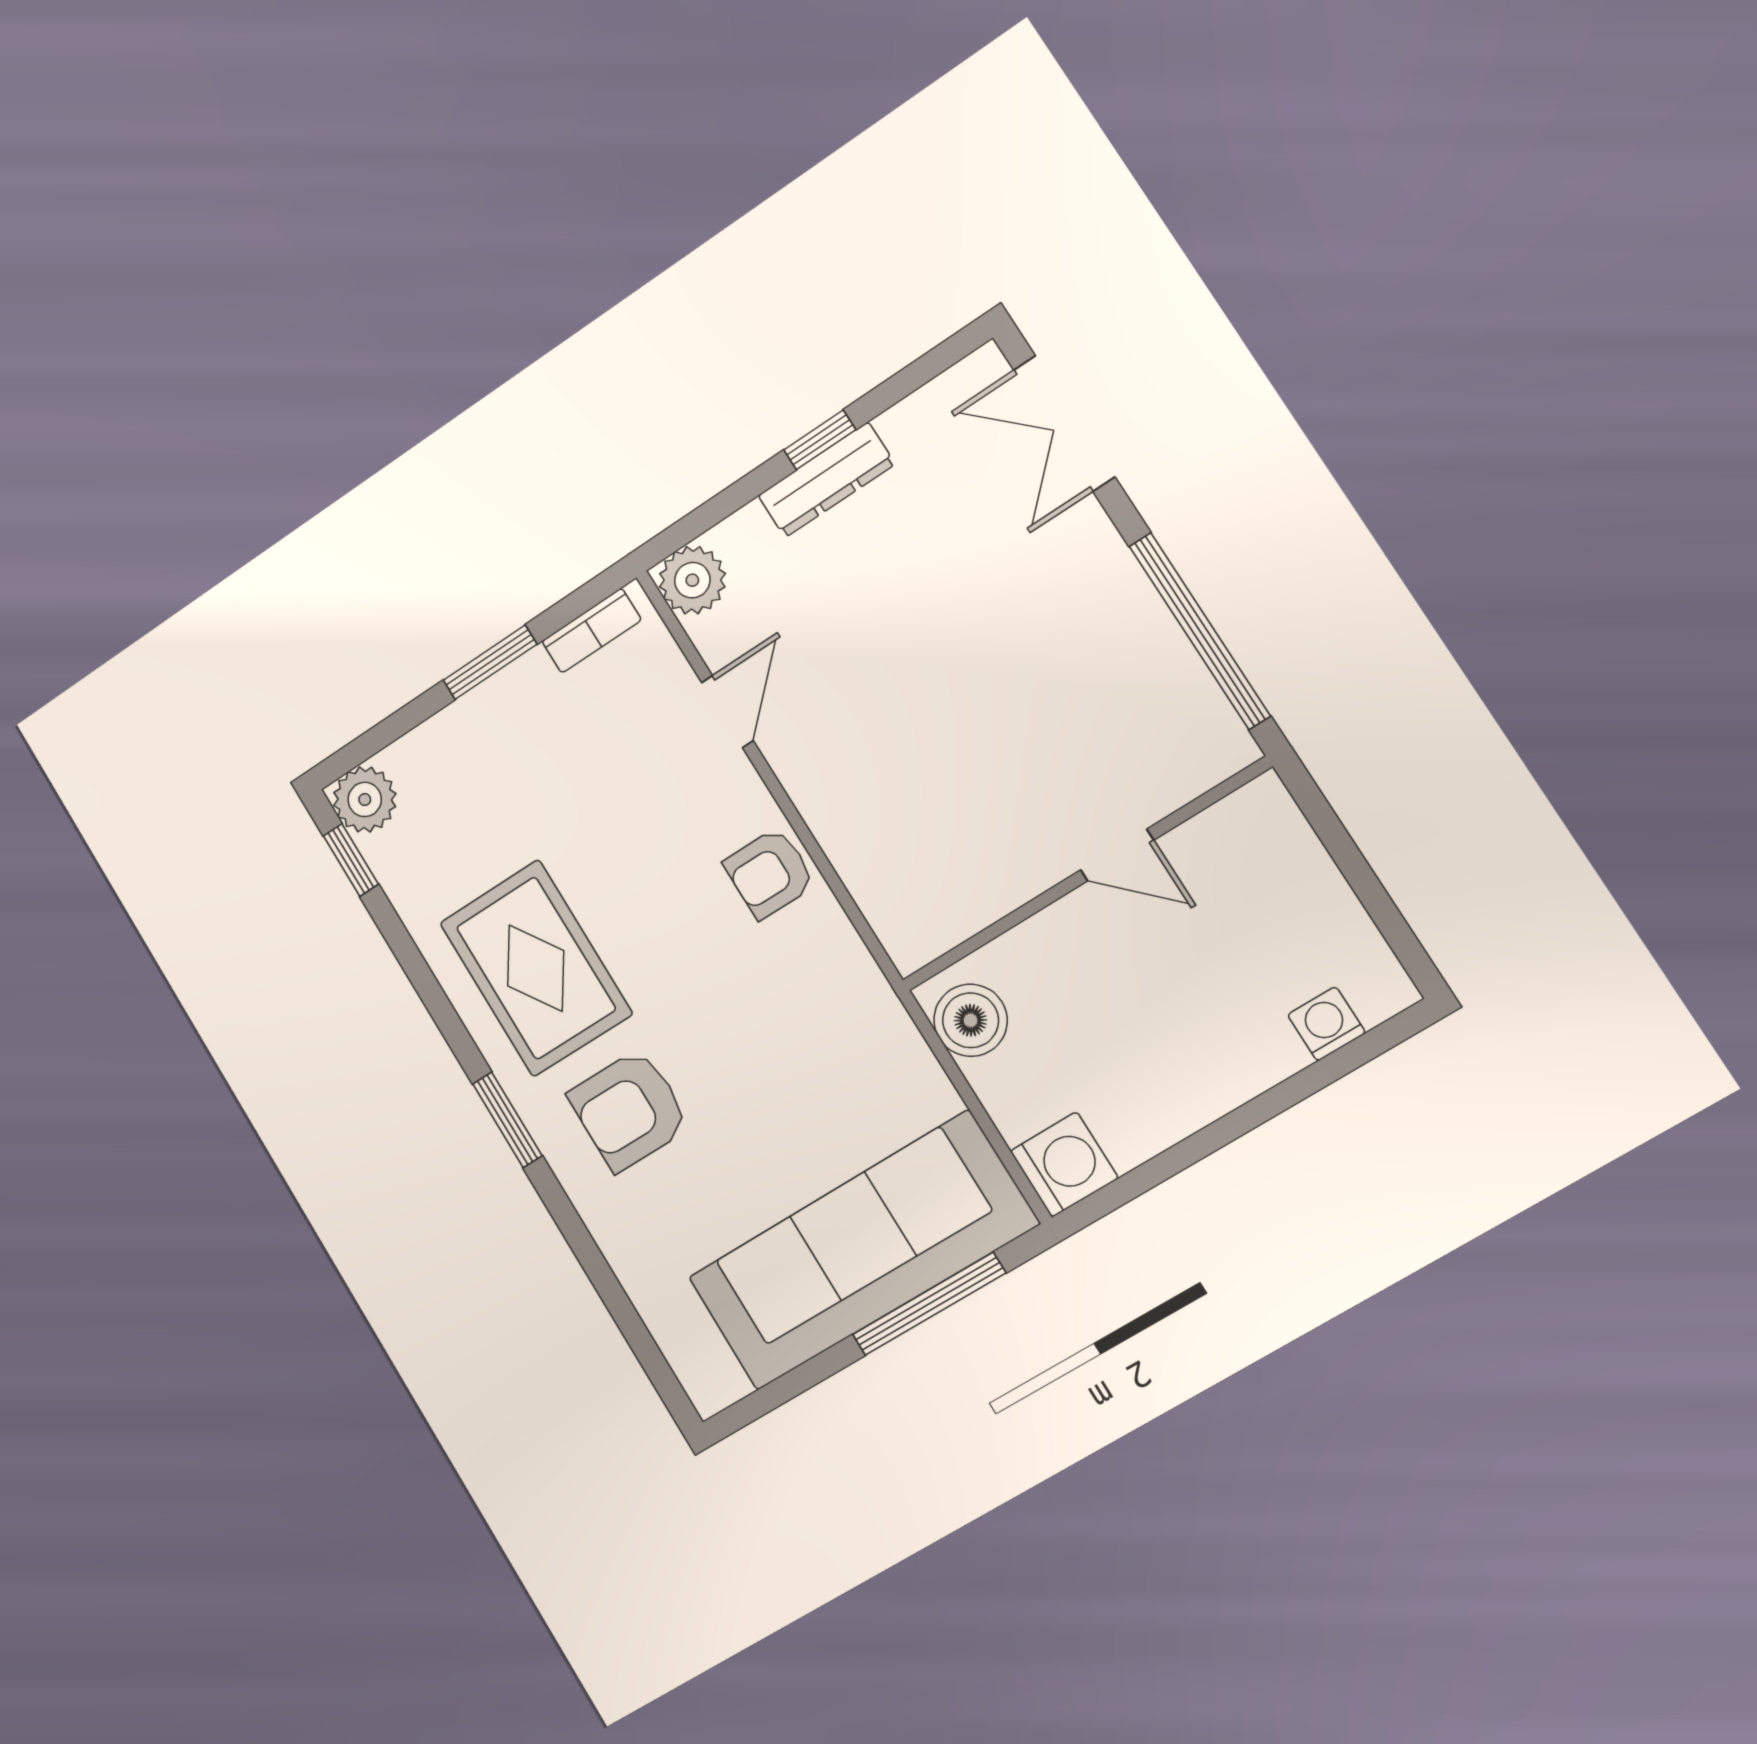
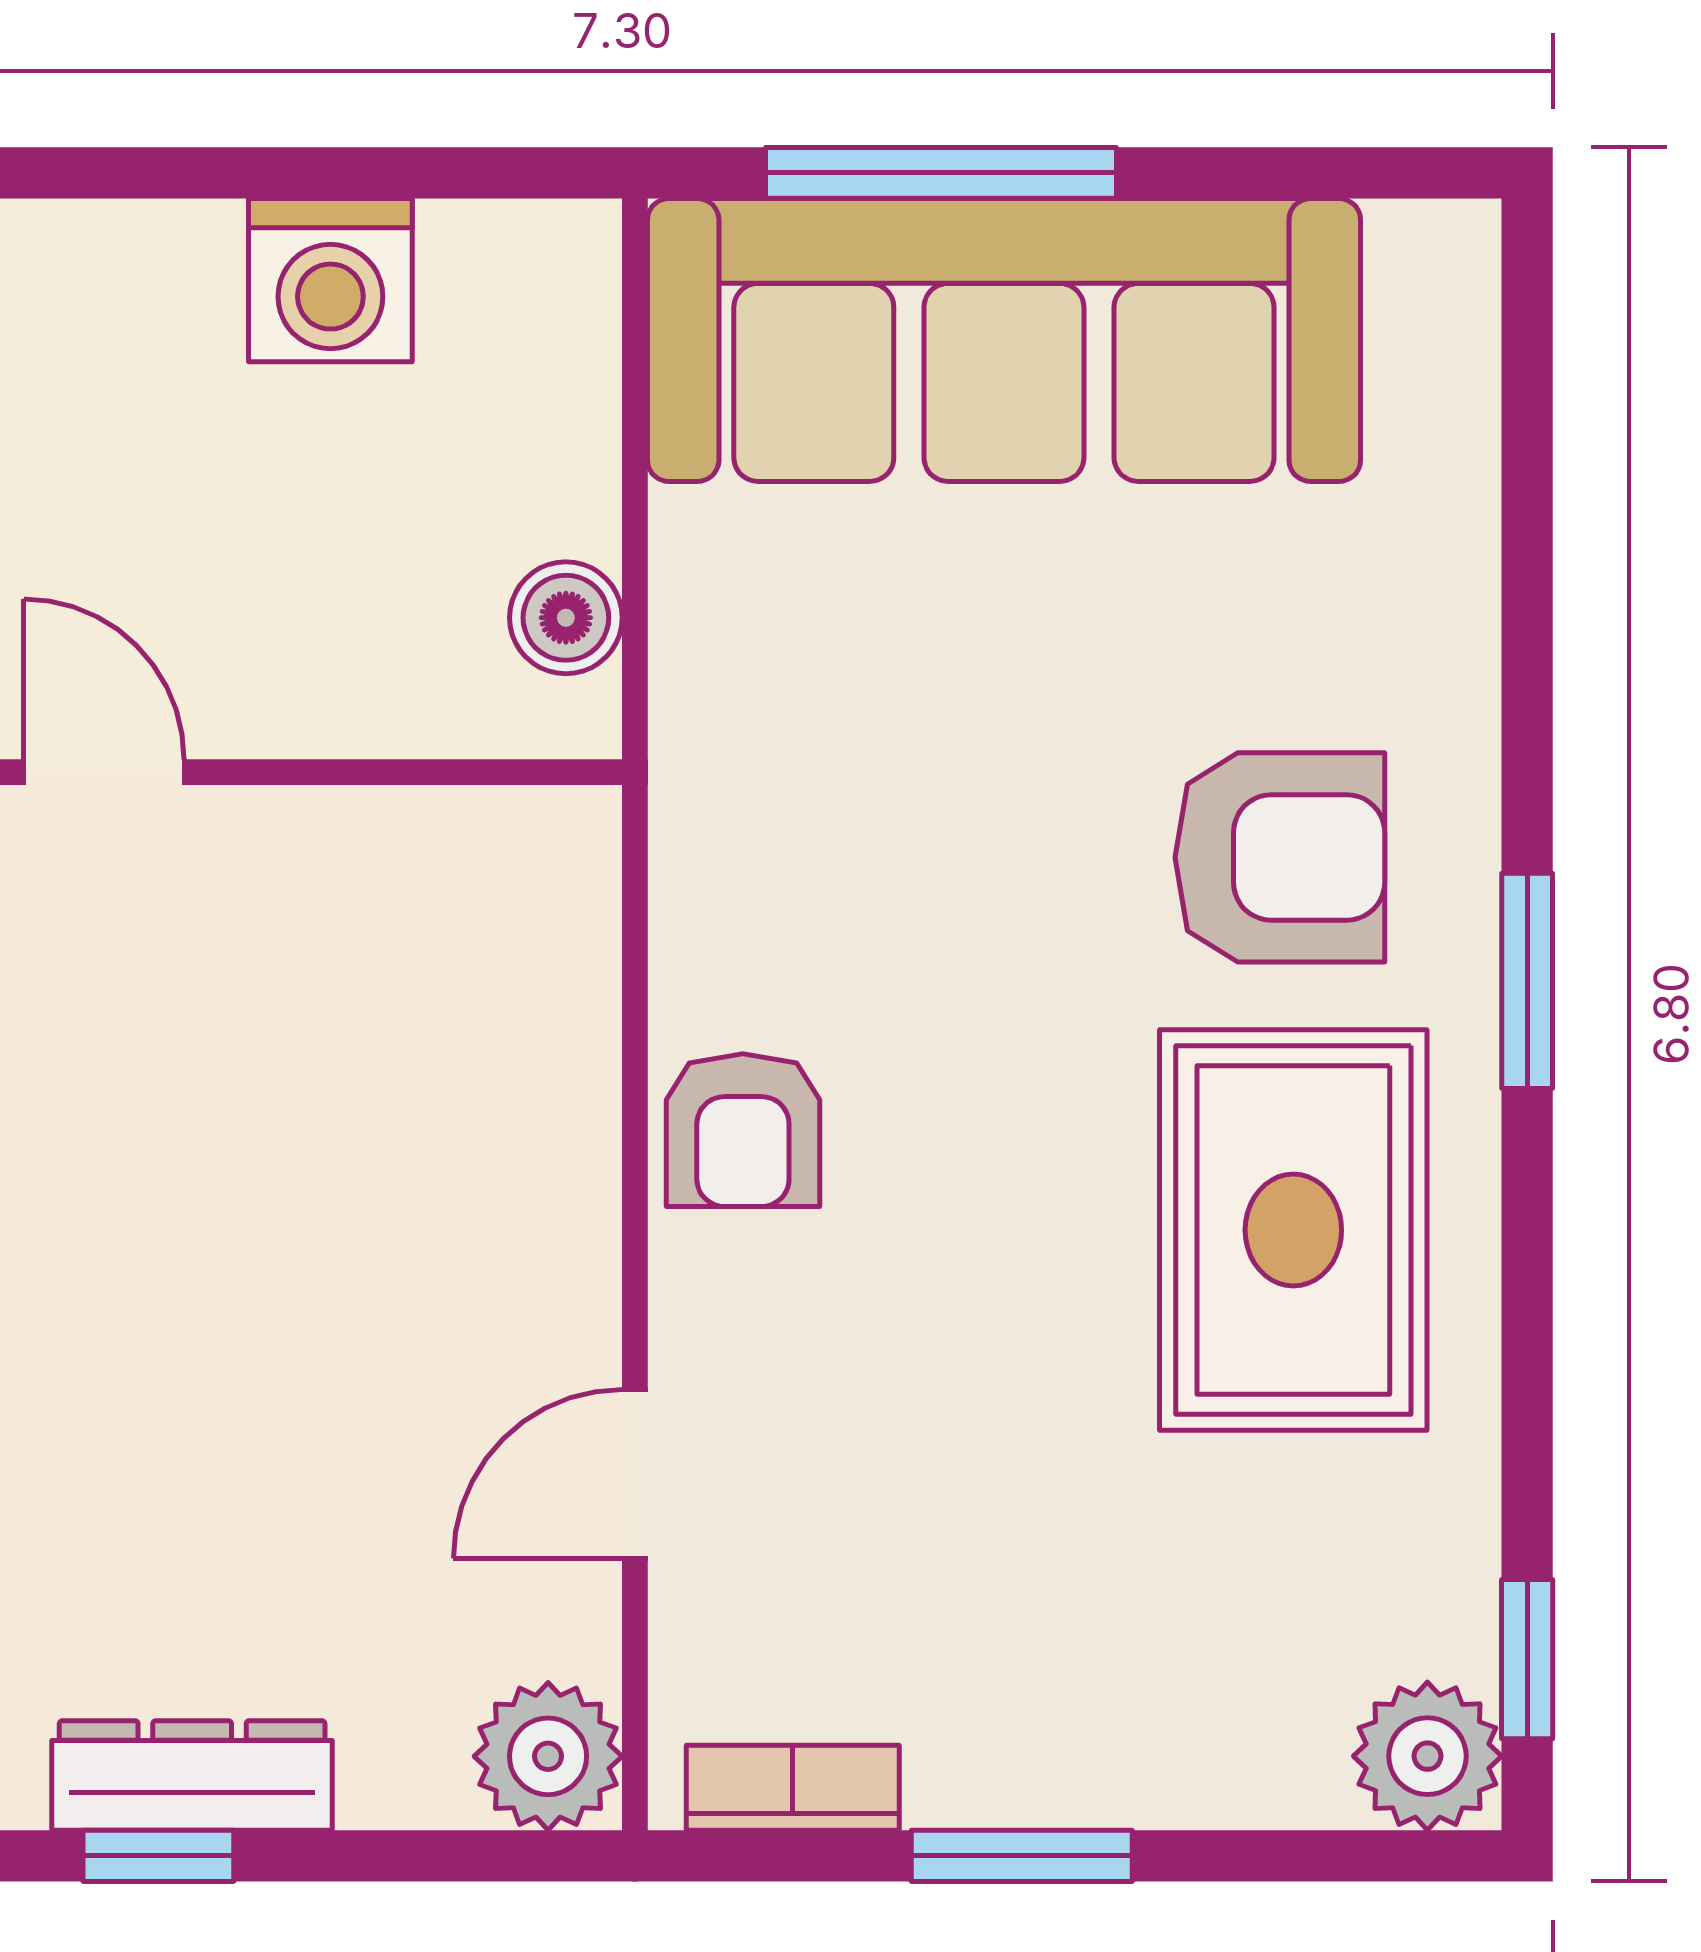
armchair: (769, 873) -> (743, 1130), turned 90
boiler: (971, 1020) -> (566, 618), width x0.73, depth x0.73
washing machine: (1064, 1164) -> (330, 280), moved, turned -90

